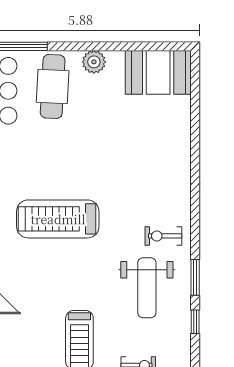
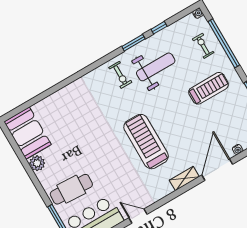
plant: (94, 62) -> (37, 163), moved
treadmill: (58, 219) -> (146, 142), turned 180

